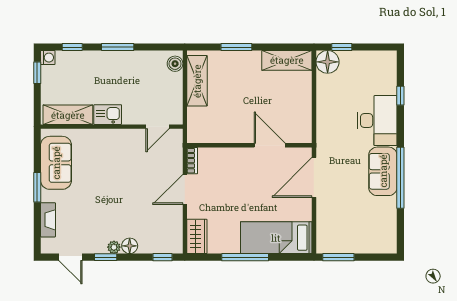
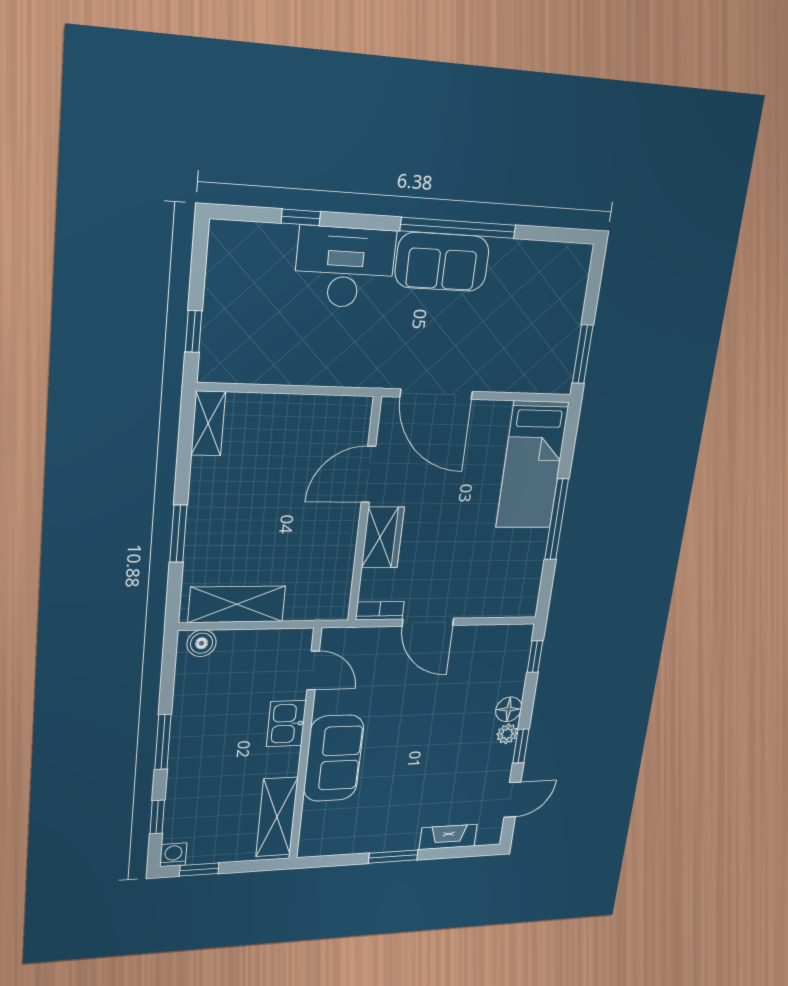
shelving: (287, 60) -> (208, 423), width x0.67, depth x0.75
floor lamp: (328, 62) -> (221, 361), removed
kitchen sink: (108, 115) -> (286, 724), moved
sofa: (56, 163) -> (334, 758), moved, turned 90
wardrobe: (197, 236) -> (383, 537), moved, turned 90

